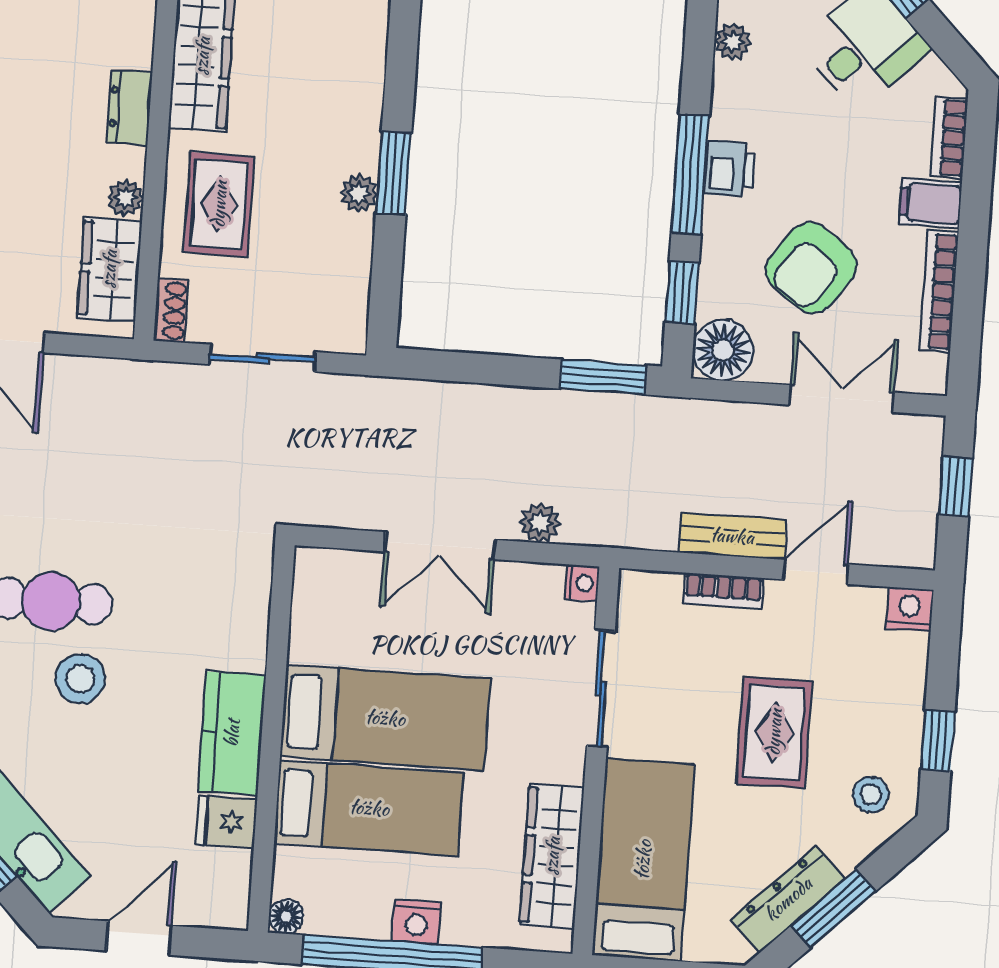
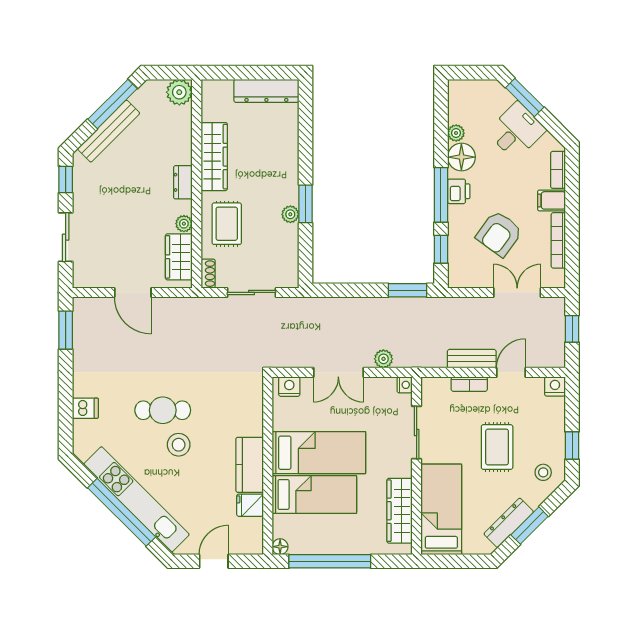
floor lamp: (723, 350) -> (461, 157), moved
nightstand: (416, 922) -> (289, 387), moved, turned 180

